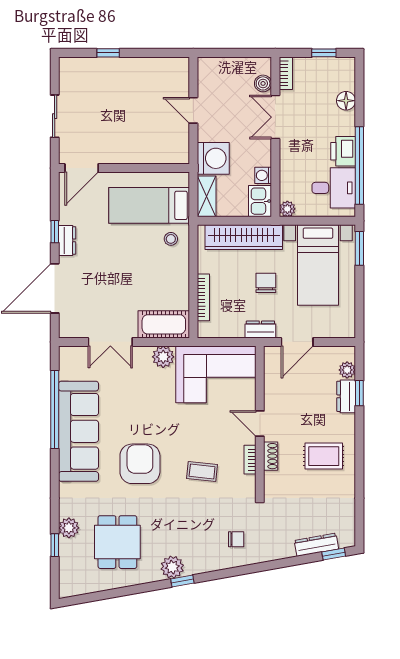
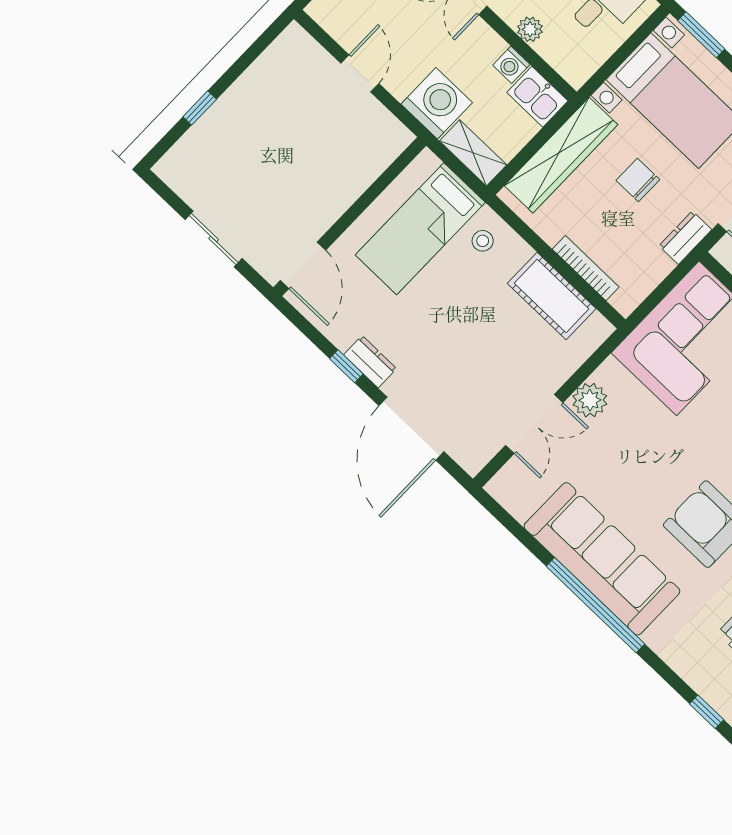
door: (193, 110) -> (360, 73), swing flipped
plant: (287, 209) -> (530, 29), moved
cot: (164, 324) -> (552, 296), moved, turned 90
plant: (163, 357) -> (590, 400), moved
window: (55, 410) -> (595, 605), moved
plant: (69, 528) -> (702, 676), removed

